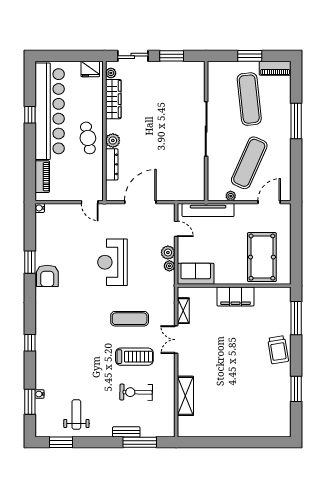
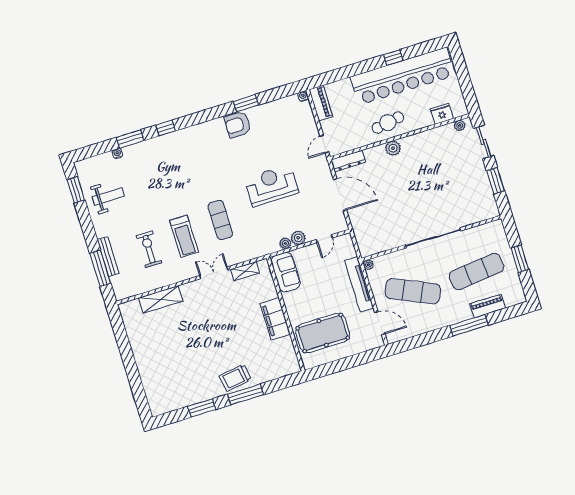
piano: (275, 68) -> (488, 306), moved, turned 90
fridge: (90, 69) -> (442, 114), moved, turned 90
wardrobe: (113, 99) -> (434, 136), removed
dresser: (112, 164) -> (348, 161), moved
piano: (42, 177) -> (321, 103), moved, turned -90
plant: (231, 196) -> (368, 265), moved
tv unit: (208, 210) -> (359, 284), moved
window: (296, 318) -> (245, 394), moved
window: (30, 402) -> (130, 139), moved
bench: (126, 432) -> (108, 257), width x1.36

